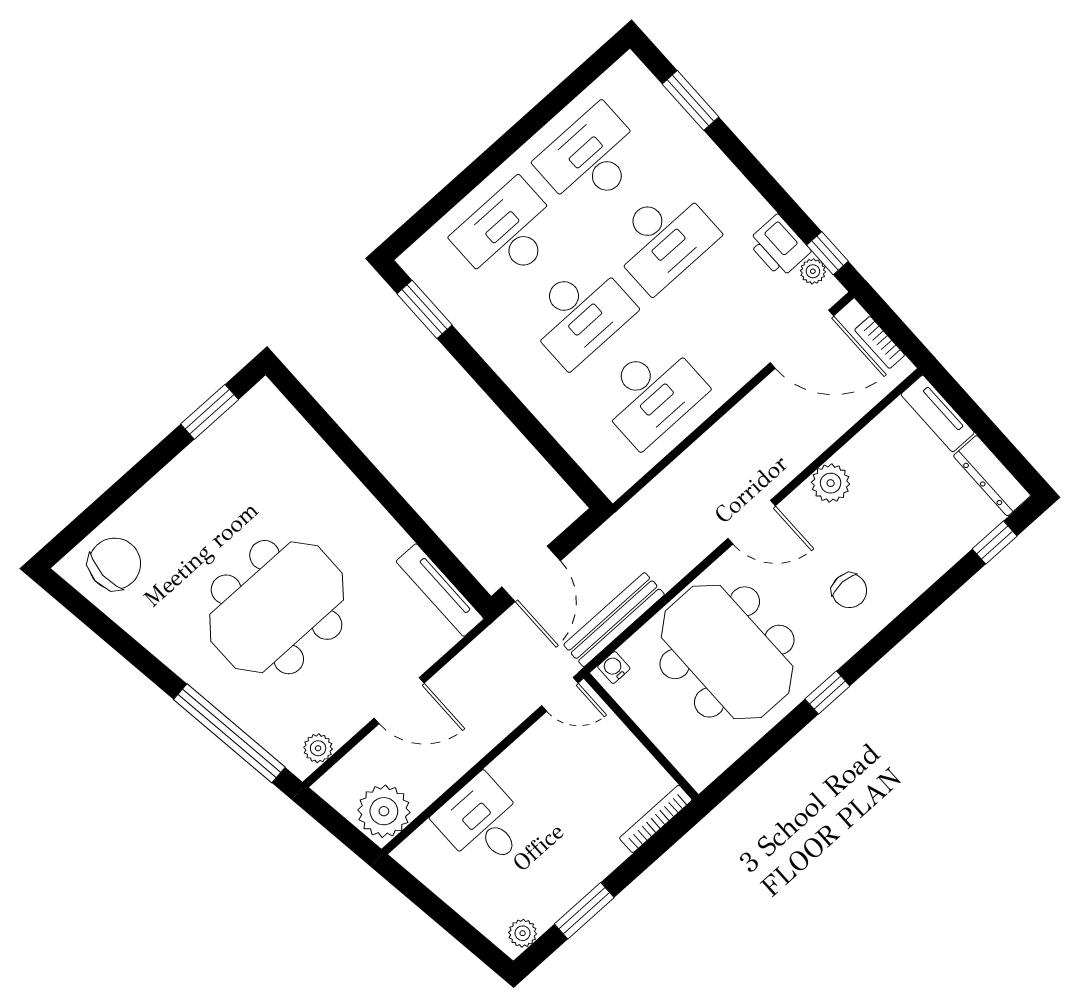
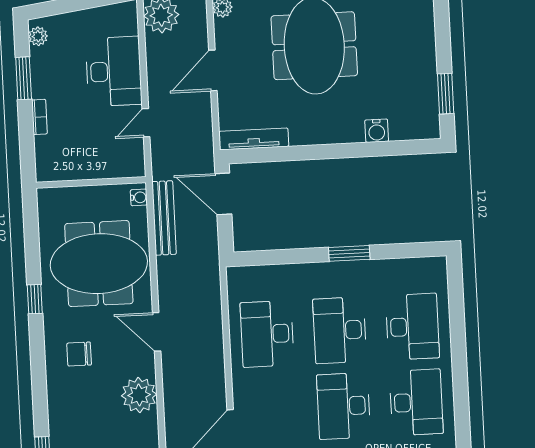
window: (425, 309) -> (349, 253), moved
water cooler: (316, 457) -> (377, 131), added
plant: (831, 483) -> (139, 395), width x1.36, depth x1.36
door: (752, 522) -> (157, 332), hinge flipped
door: (560, 694) -> (146, 123), moved
bookcase: (656, 819) -> (39, 117), moved, width x0.64
desk: (482, 823) -> (114, 71), width x1.37

